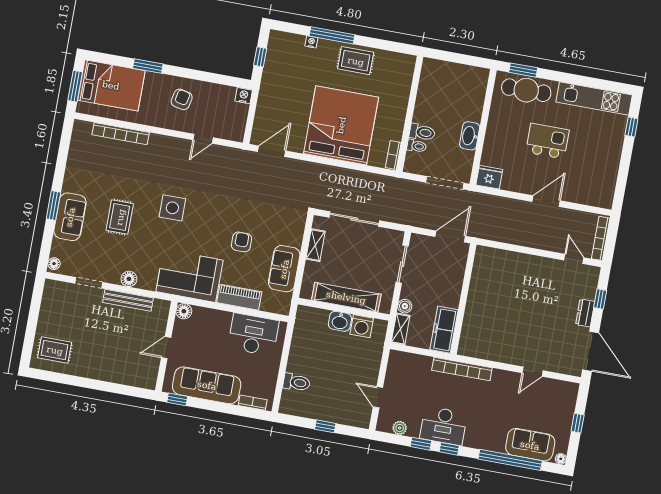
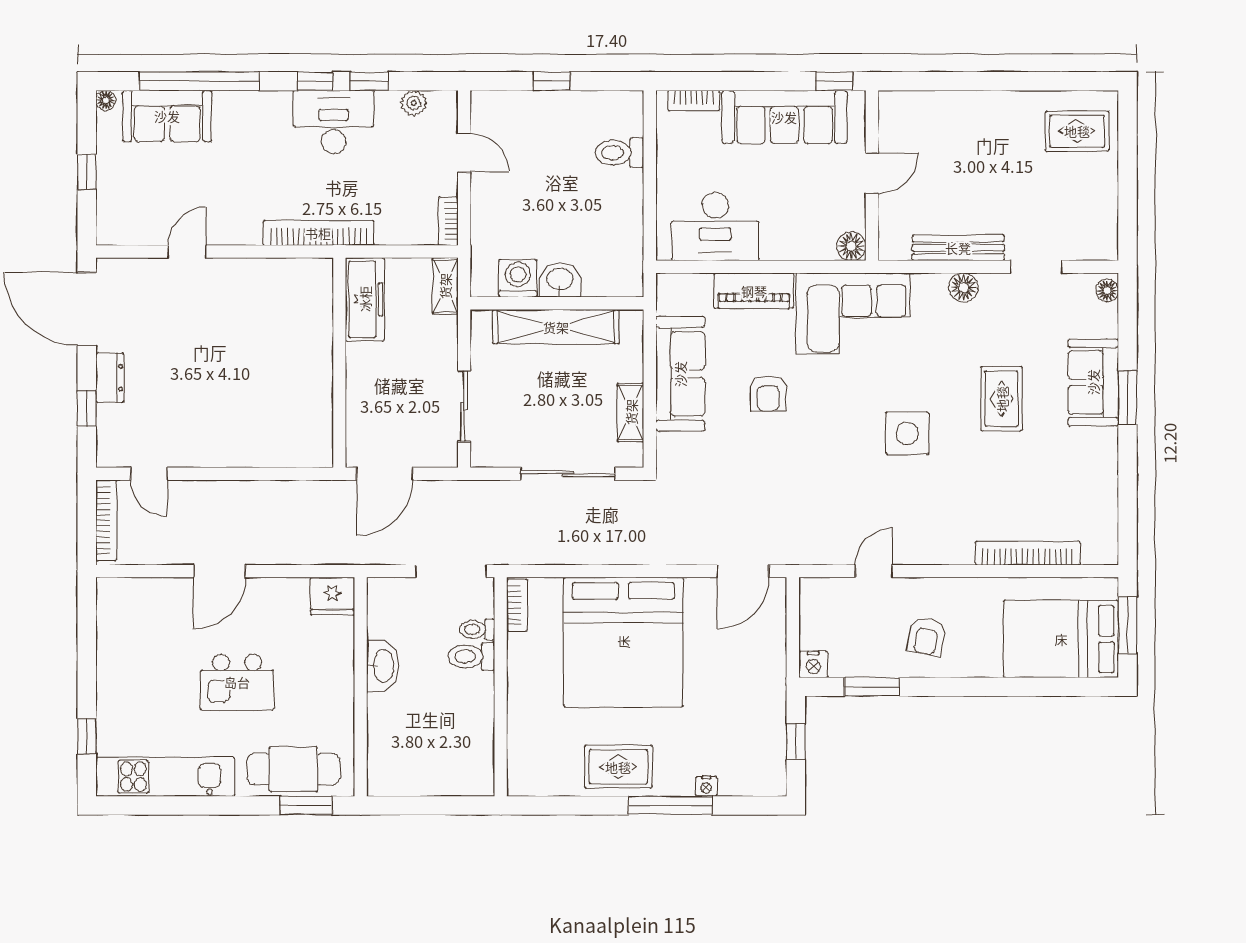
window: (148, 66) -> (872, 687), moved
doorway: (445, 183) -> (451, 571), moved
sofa: (284, 269) -> (680, 374), width x1.36
boiler: (405, 306) -> (445, 330), removed
bookcase: (393, 363) -> (448, 221), added

